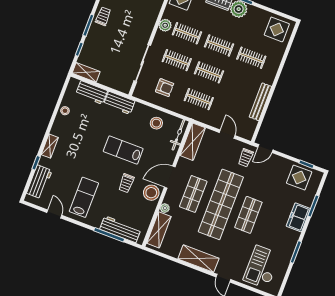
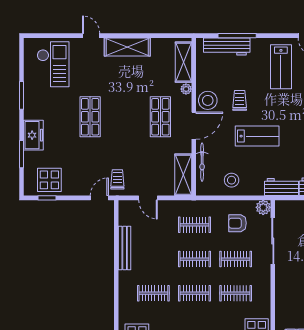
plant: (165, 25) -> (263, 207), moved
bicycle: (178, 135) -> (202, 162), moved
shop shelf: (221, 204) -> (125, 117), removed

